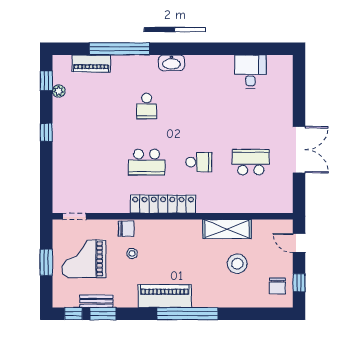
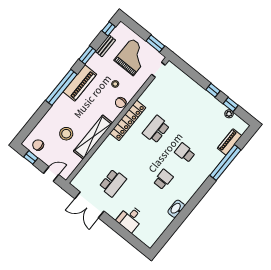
washbasin: (171, 63) -> (176, 209), moved
desk: (250, 72) -> (130, 218), moved, turned 90
window: (46, 81) -> (231, 105), moved
double door: (299, 150) -> (89, 205), moved
school desk: (199, 162) -> (163, 179), moved, turned 180
chair: (126, 229) -> (121, 103), moved
shelving: (227, 229) -> (93, 137), width x1.47
window: (46, 262) -> (155, 44), moved
window: (103, 314) -> (87, 55), moved

